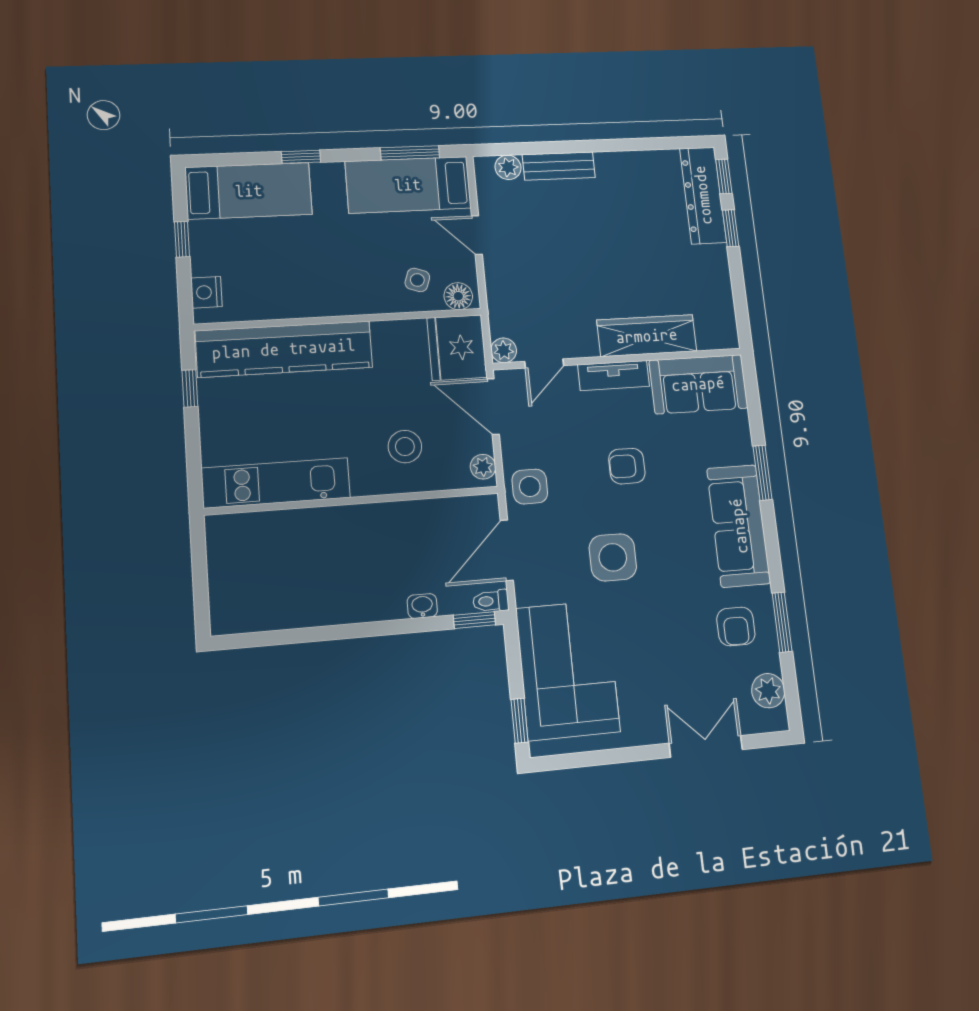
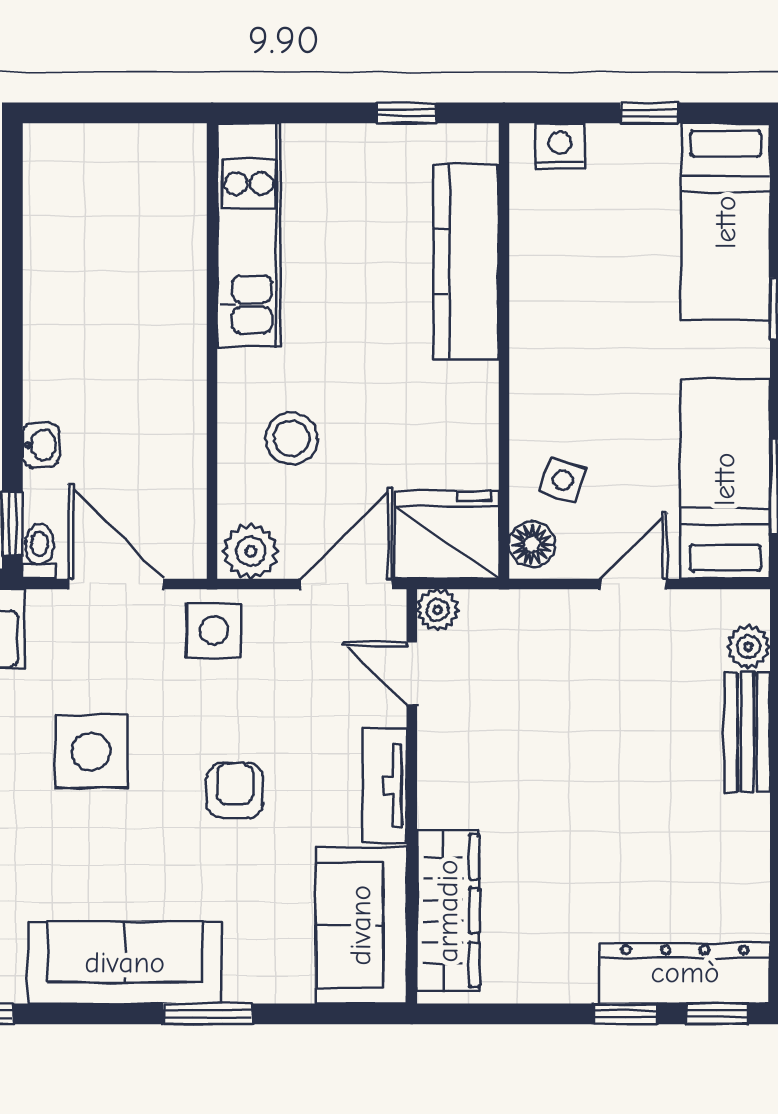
wardrobe: (647, 336) -> (448, 911), moved
kitchen counter: (284, 349) -> (466, 261), width x0.72, depth x0.86
plant: (483, 467) -> (251, 551), width x1.38, depth x1.38

